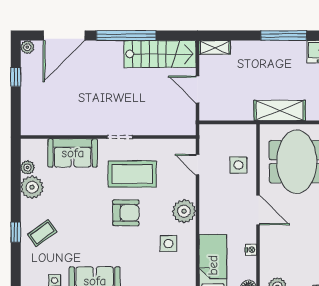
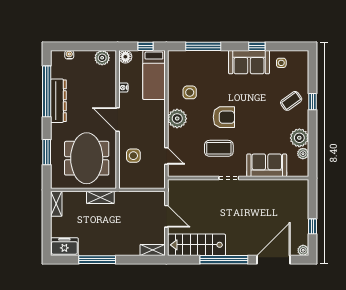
shelving: (280, 110) -> (100, 197), width x0.67, depth x0.75
coffee table: (132, 174) -> (219, 148), width x0.73, depth x0.76
armchair: (126, 213) -> (224, 117), turned 180

